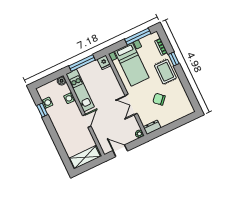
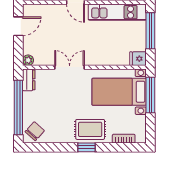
window: (138, 36) -> (150, 95), moved
window: (174, 59) -> (87, 147), moved
chair: (159, 99) -> (35, 131), moved
window: (173, 126) -> (18, 108), added

